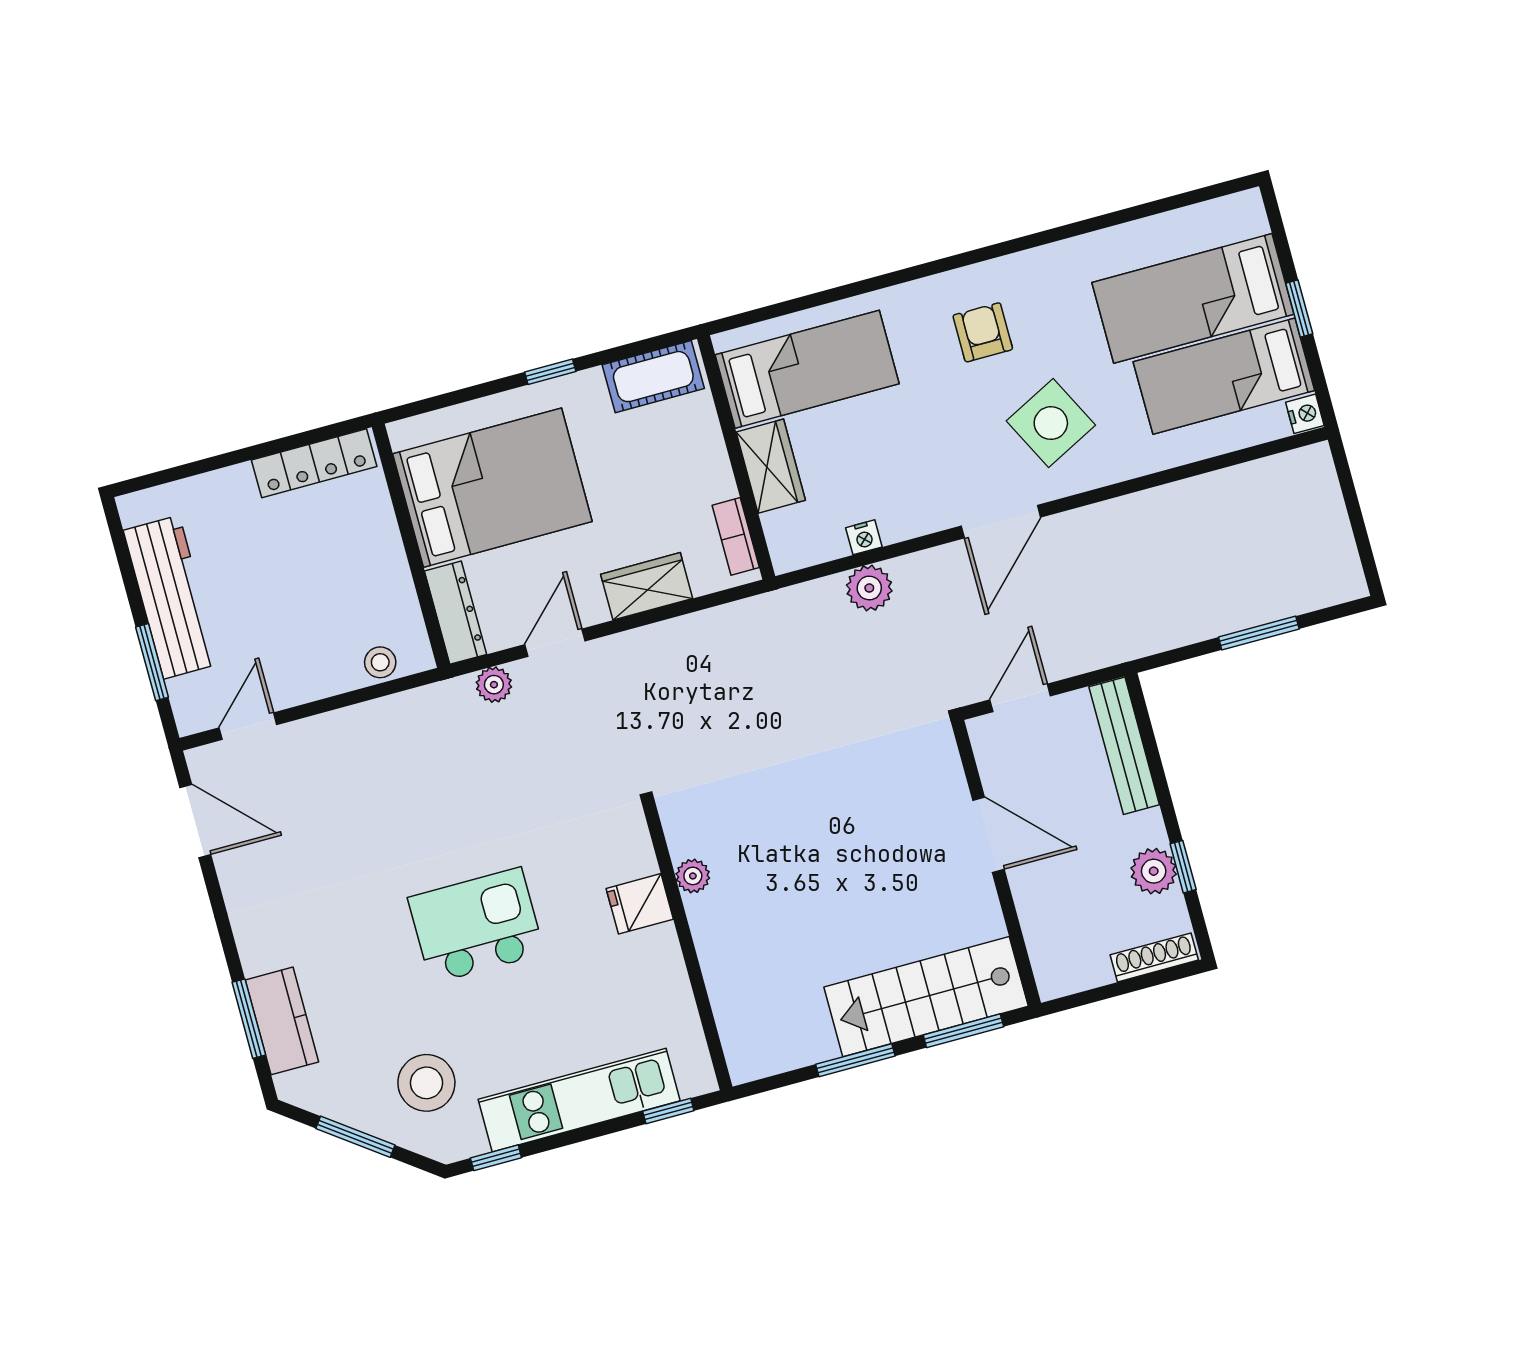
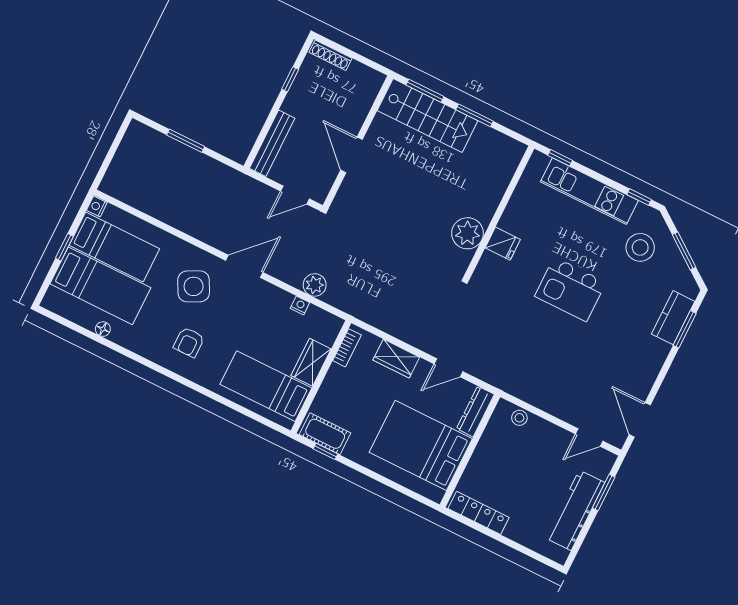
floor lamp: (1131, 236) -> (103, 329), added
window: (550, 372) -> (325, 451), moved
plant: (494, 685) -> (485, 372), removed
plant: (1154, 871) -> (302, 87), removed
plant: (693, 876) -> (467, 233), width x1.87, depth x1.87

